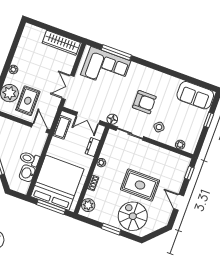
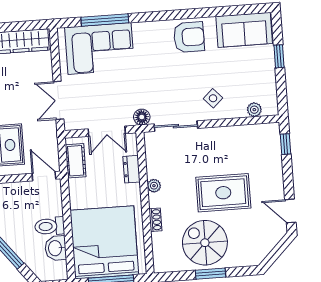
armchair: (144, 102) -> (189, 37), moved
door: (179, 202) -> (290, 211), moved
plant: (88, 205) -> (163, 254), removed
spiral stairs: (133, 216) -> (205, 243), moved

